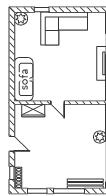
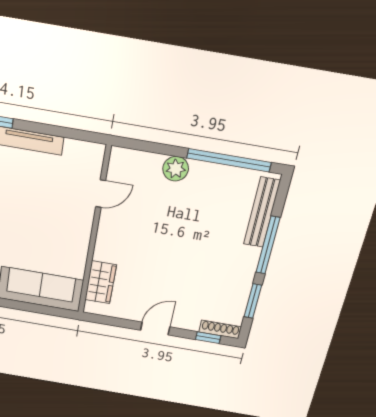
door: (58, 103) -> (101, 194), moved

